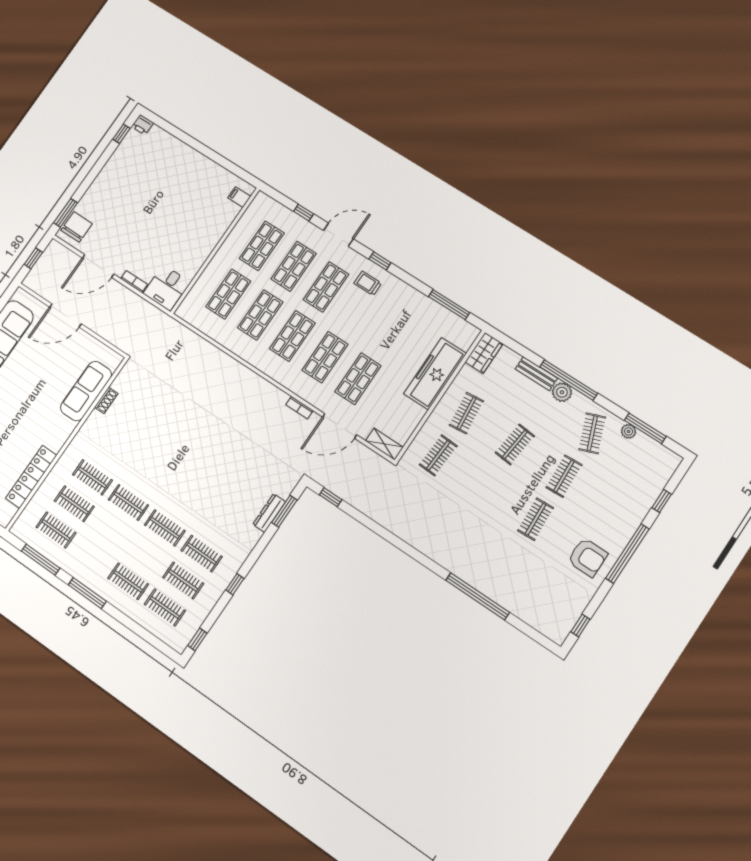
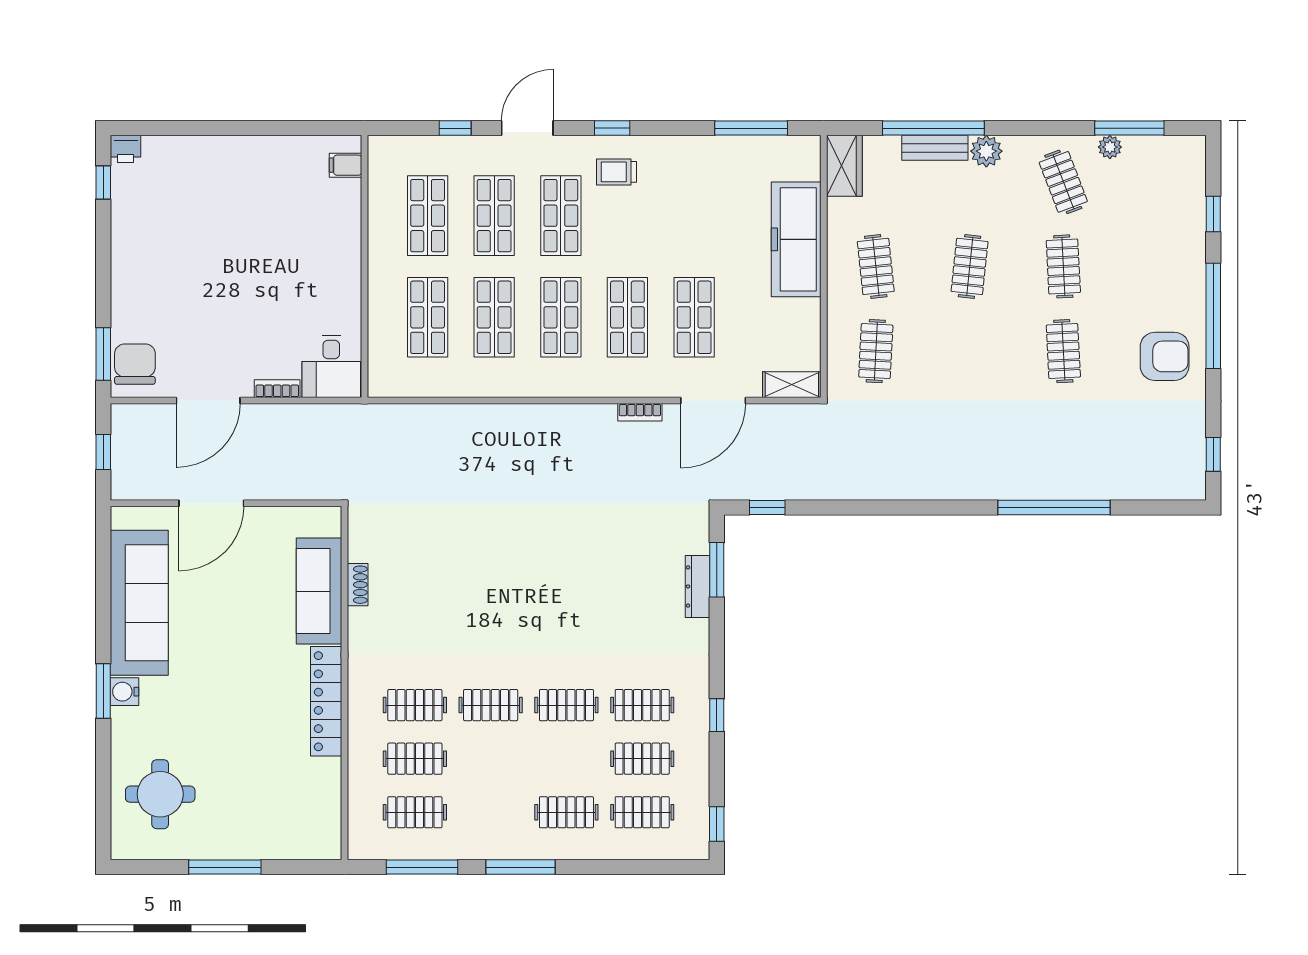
window: (569, 380) -> (933, 128), moved
locker: (31, 477) -> (326, 701), moved

